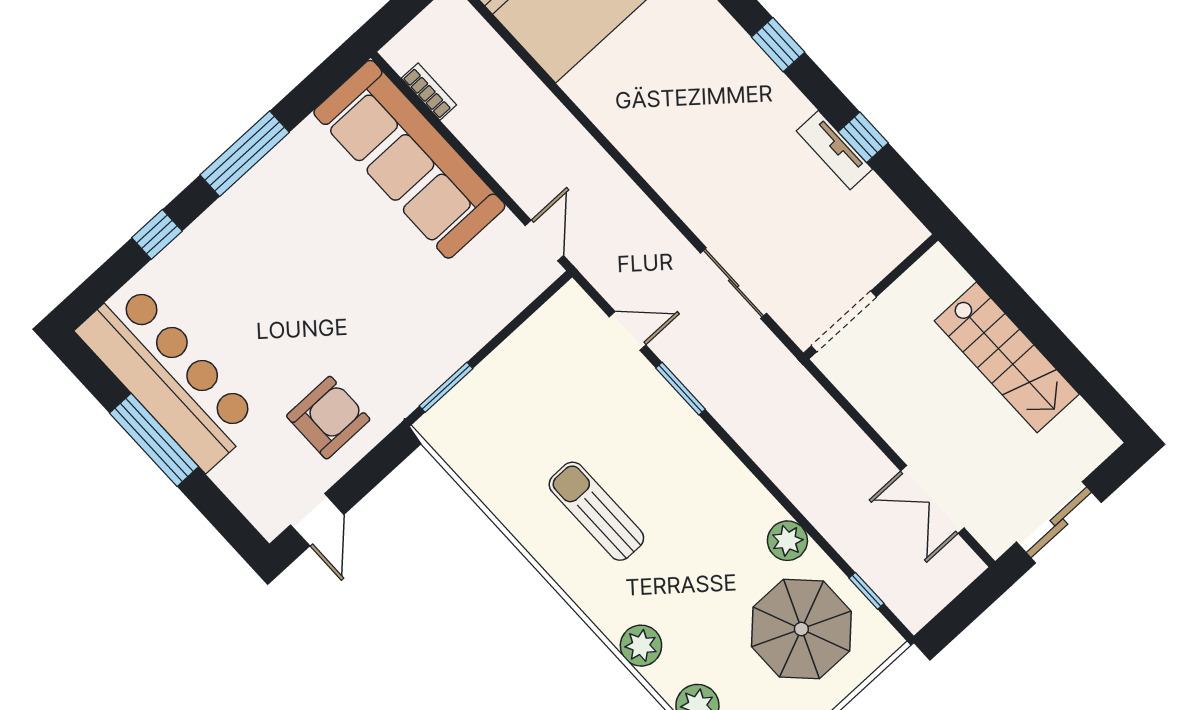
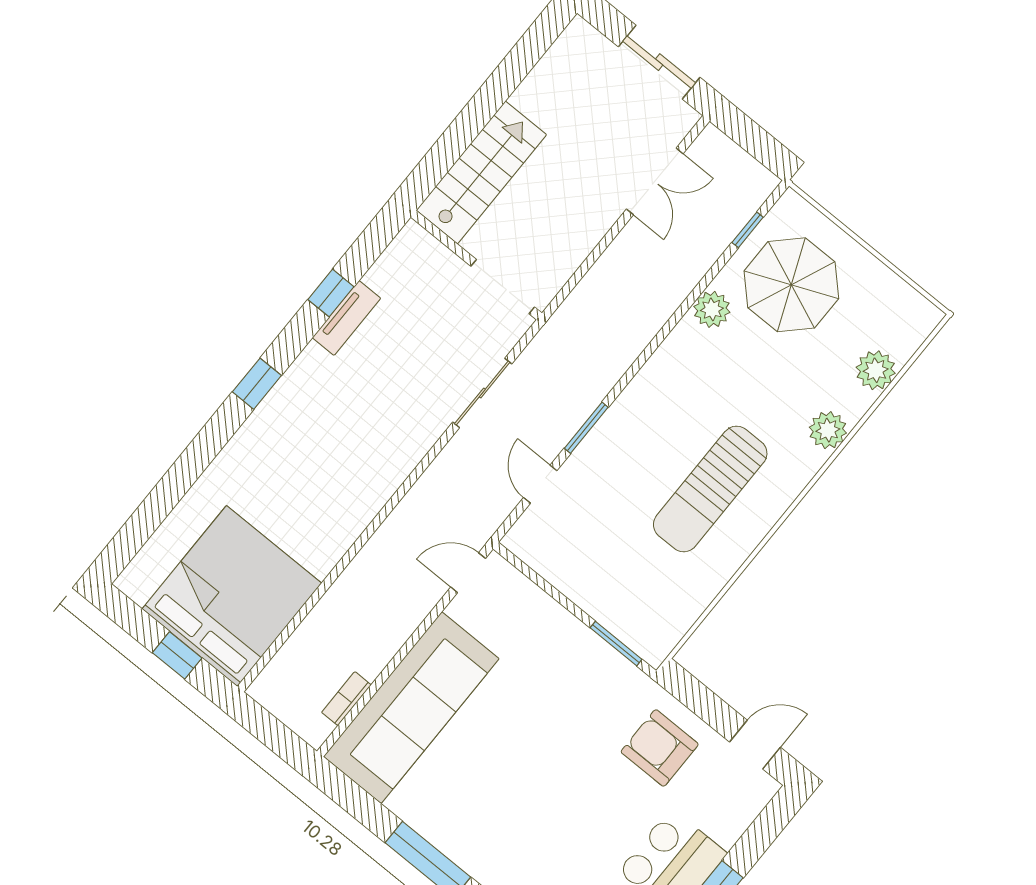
stairs: (1007, 357) -> (481, 172), moved
sun lounger: (596, 511) -> (710, 489), width x1.36, depth x1.34

